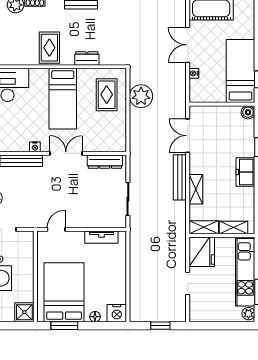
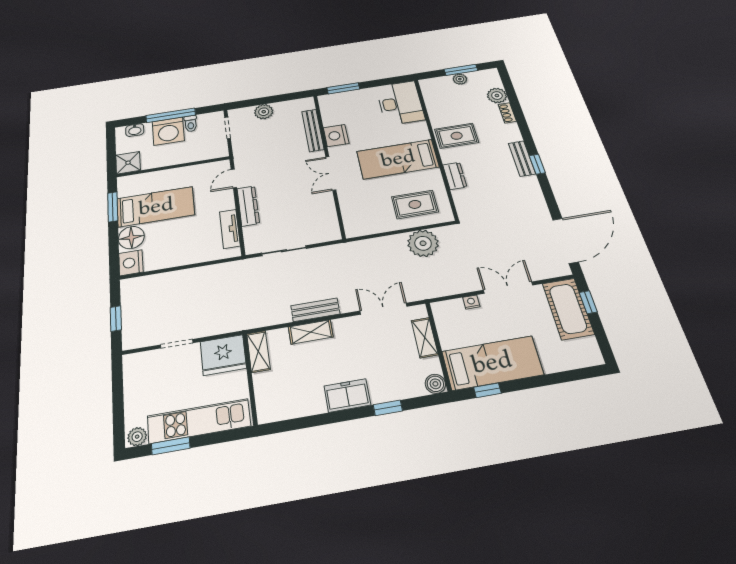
nightstand: (35, 147) -> (336, 136), width x1.89, depth x1.79
double door: (66, 153) -> (331, 173), swing flipped
dresser: (105, 162) -> (248, 206), moved, turned 180
bench: (180, 177) -> (315, 310), width x0.73
shelving: (234, 227) -> (425, 338), moved
door: (56, 229) -> (234, 178), swing flipped
bed: (64, 292) -> (156, 207), width x0.67
floor lamp: (95, 317) -> (131, 237), width x1.89, depth x1.89

